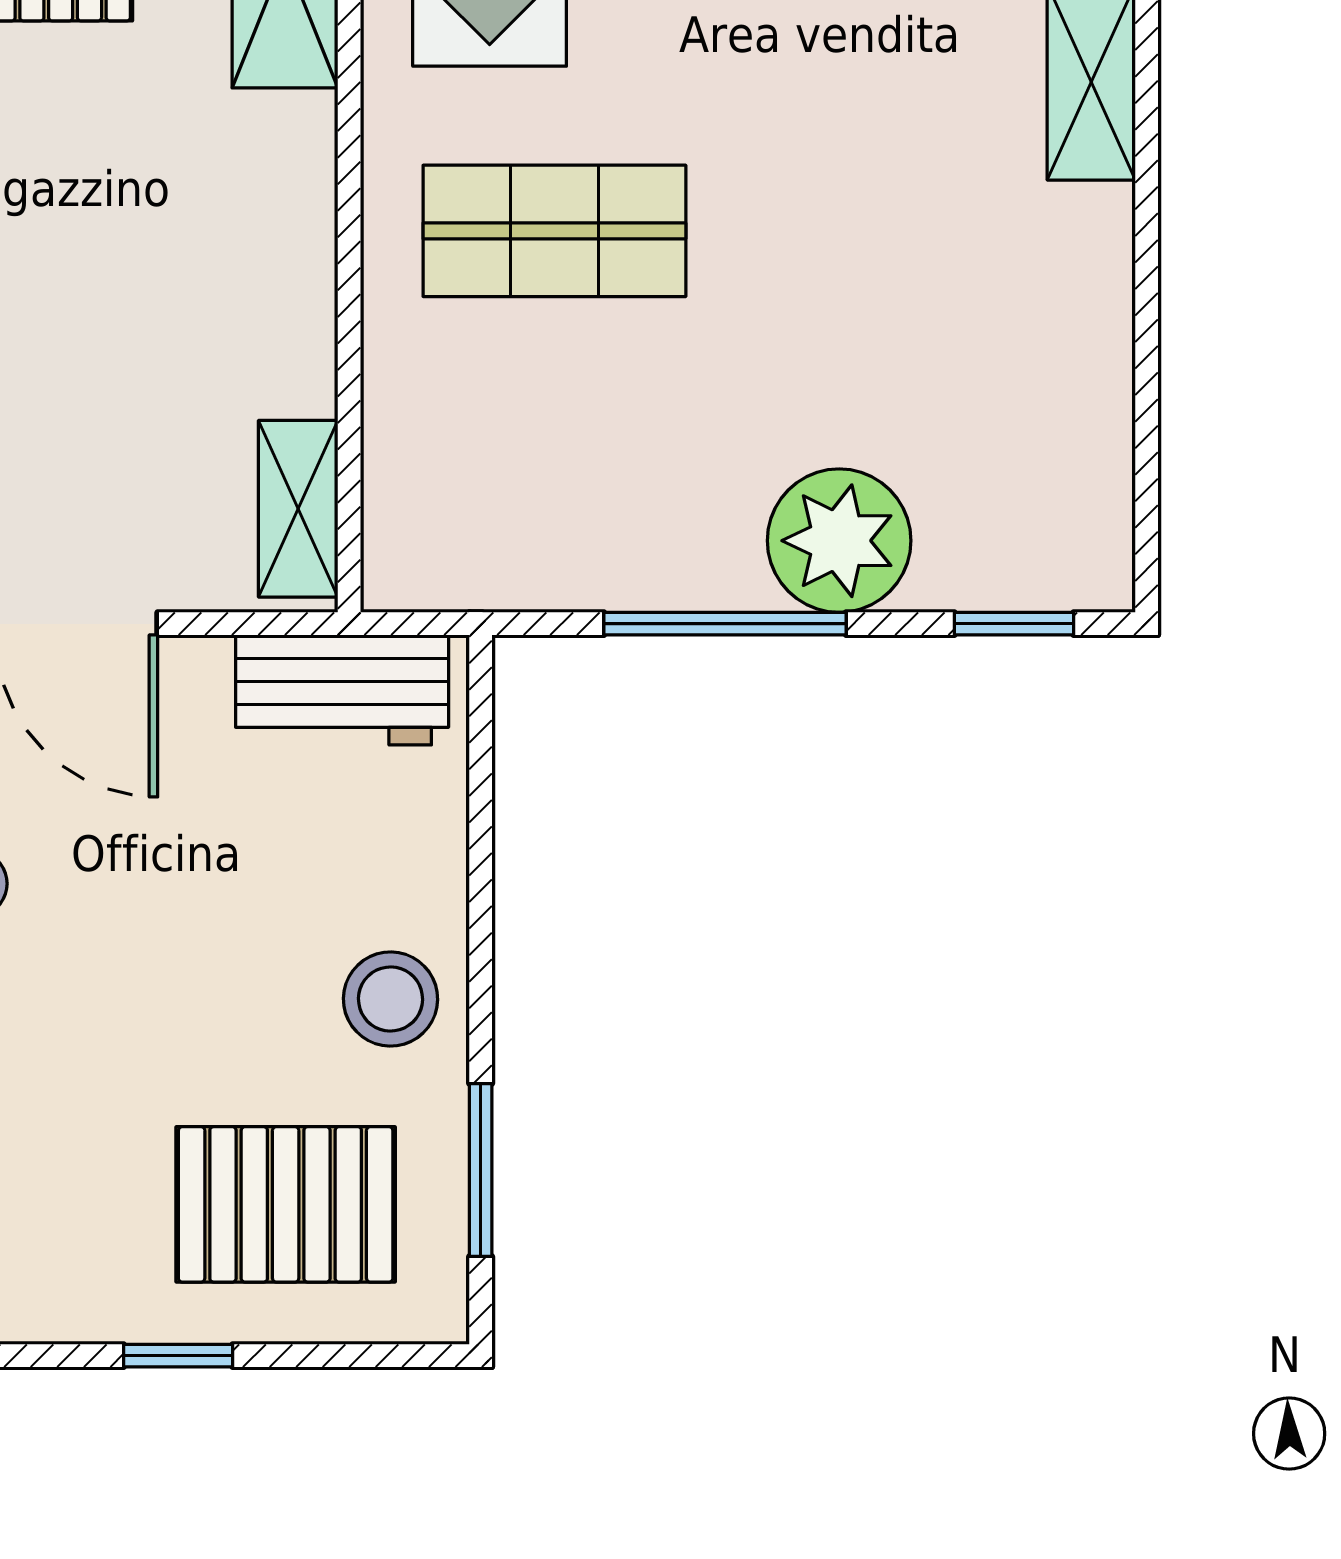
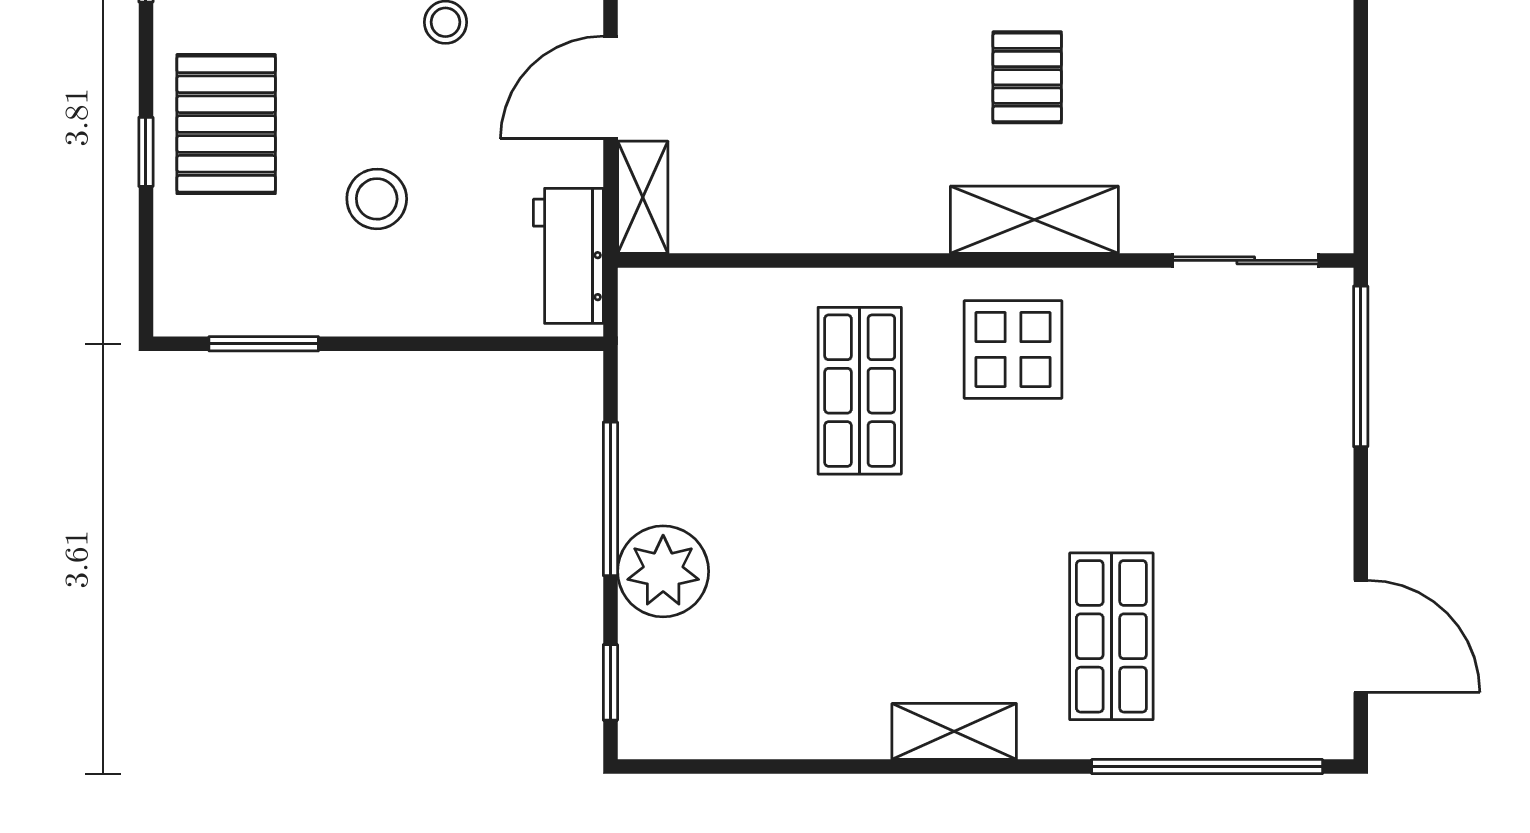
shelving: (298, 509) -> (643, 197), moved, turned 90
stool: (391, 999) -> (377, 199), moved
pallet: (286, 1204) -> (226, 124), moved

